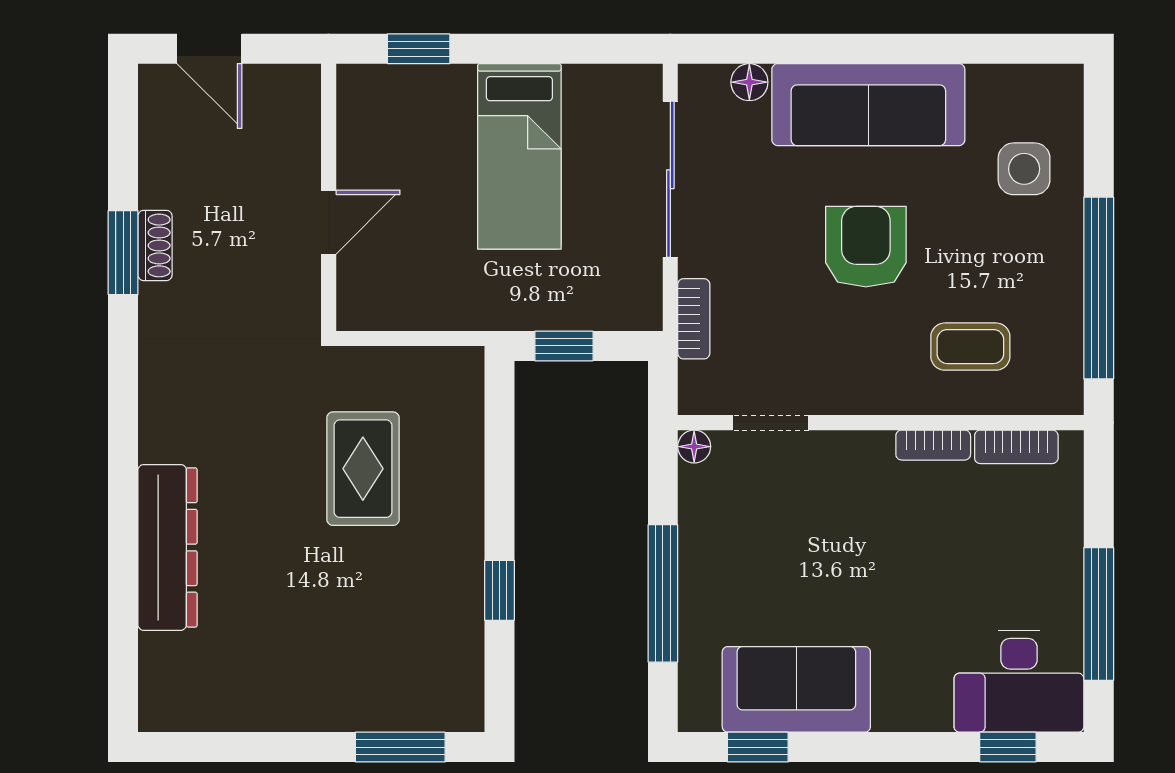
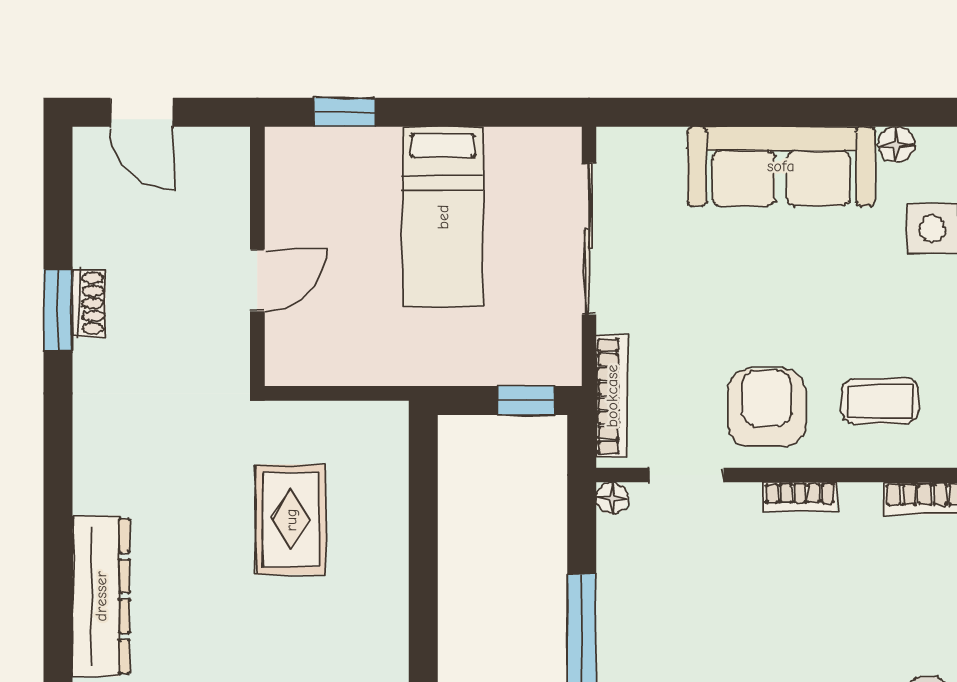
floor lamp: (749, 82) -> (897, 145), moved
armchair: (866, 247) -> (767, 408), moved
bookcase: (694, 319) -> (612, 396), width x1.56
window: (564, 346) -> (526, 401), moved
bookcase: (933, 445) -> (800, 497), moved
window: (499, 590) -> (423, 638), removed

